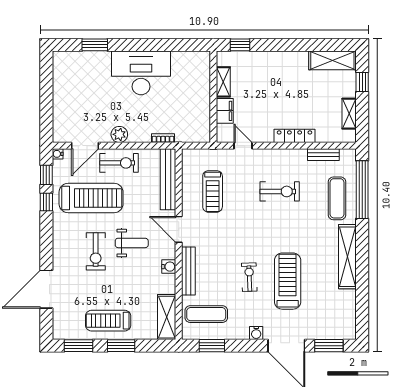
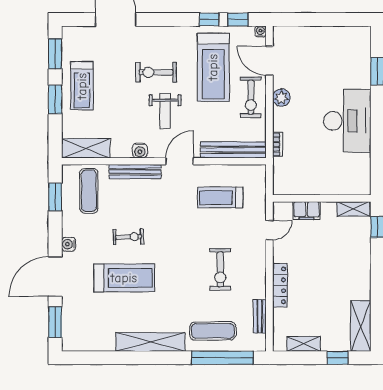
shelving: (223, 82) -> (353, 209), moved
treadmill: (108, 321) -> (82, 86), turned 180

